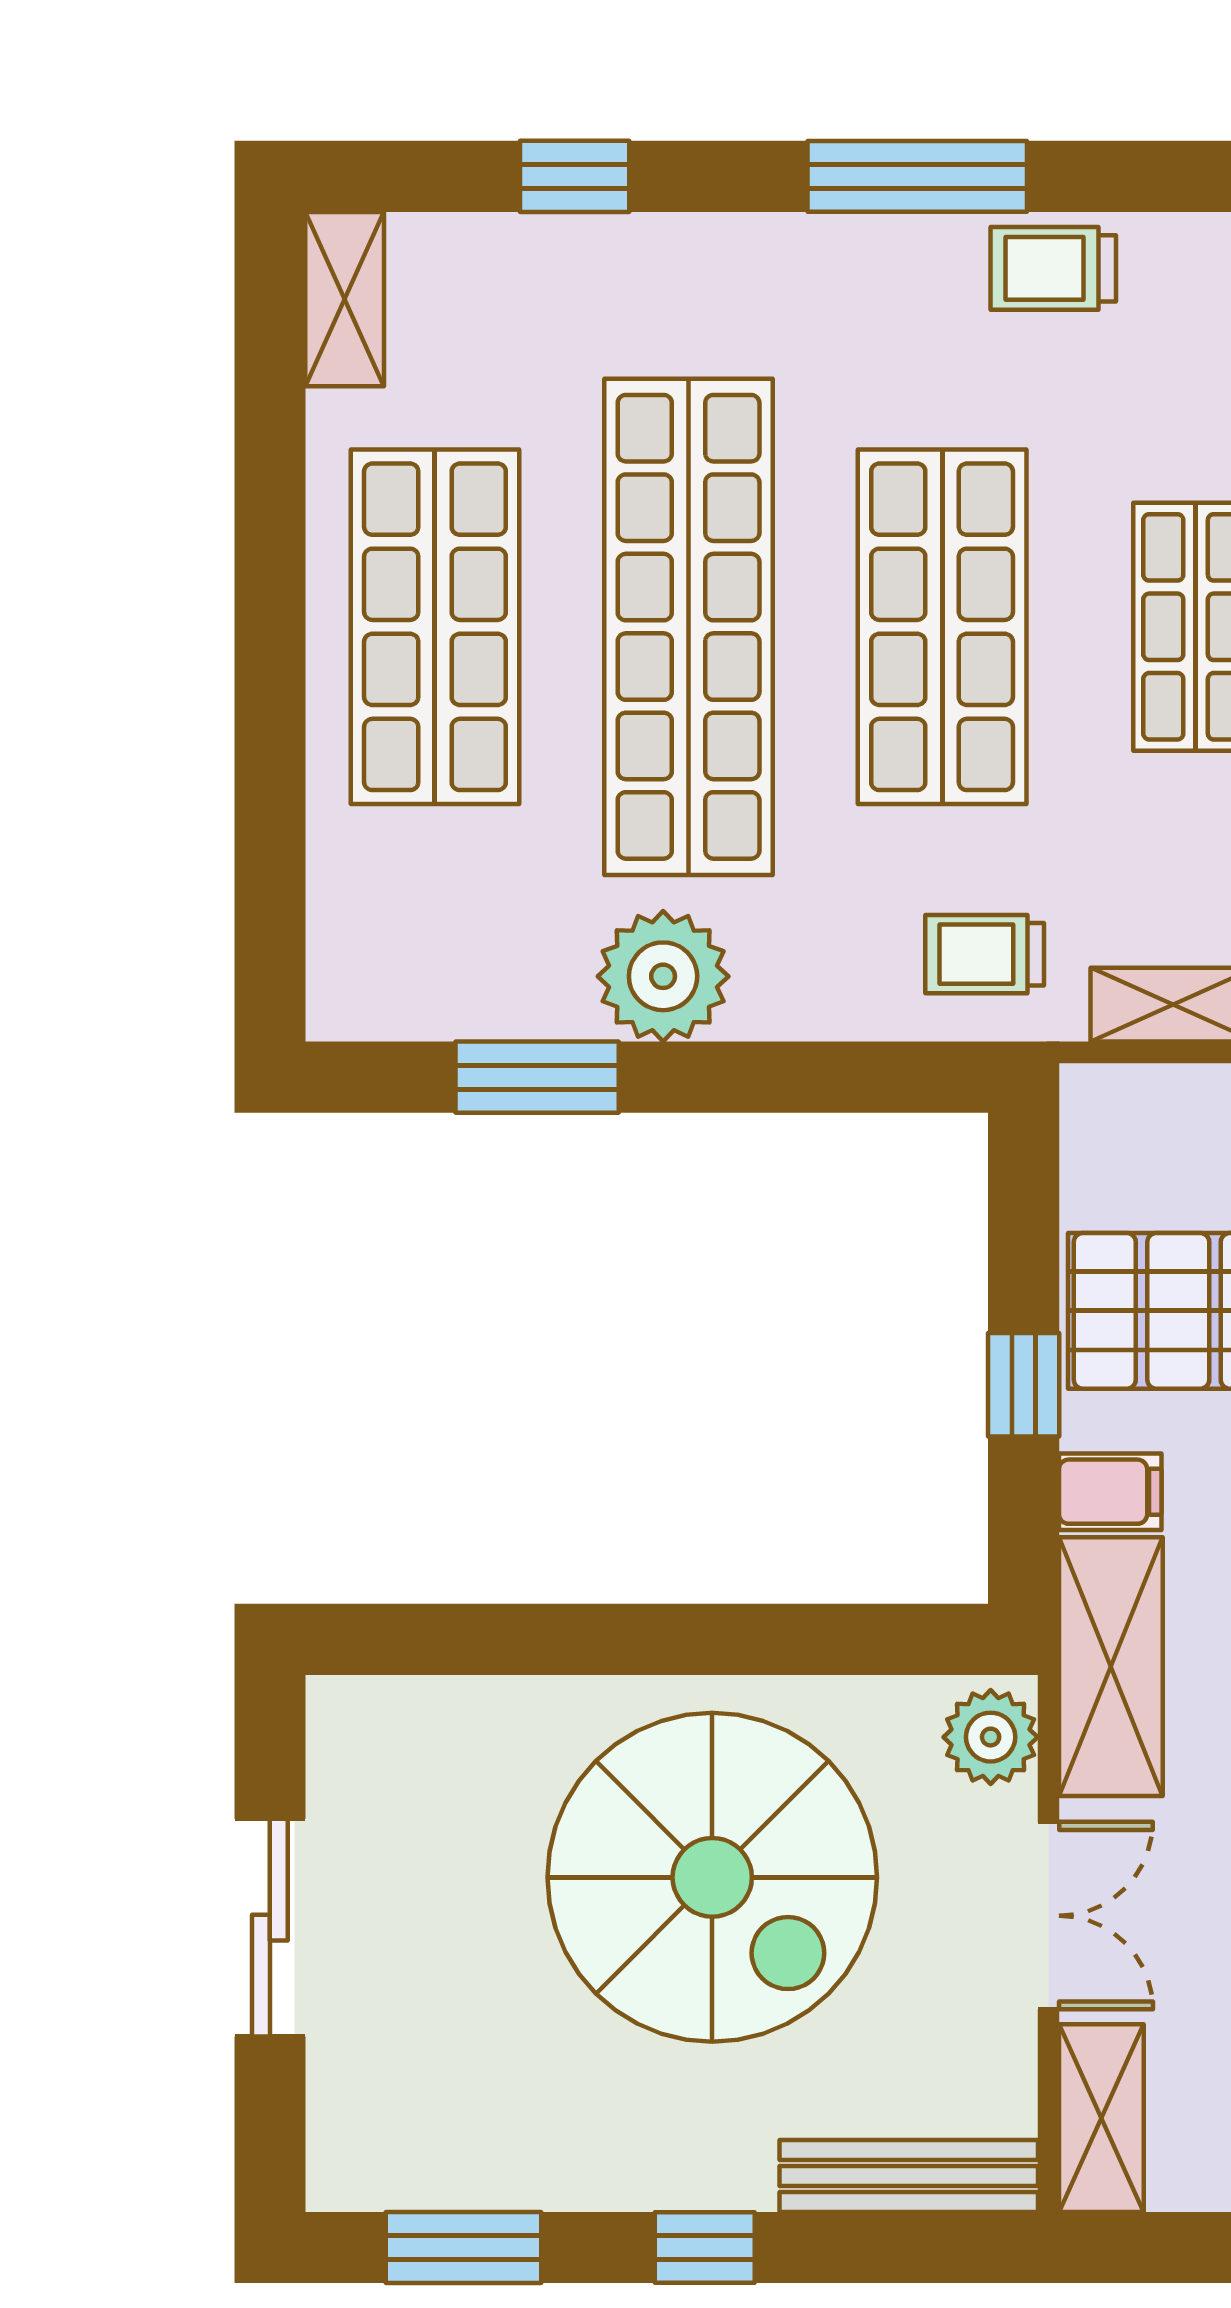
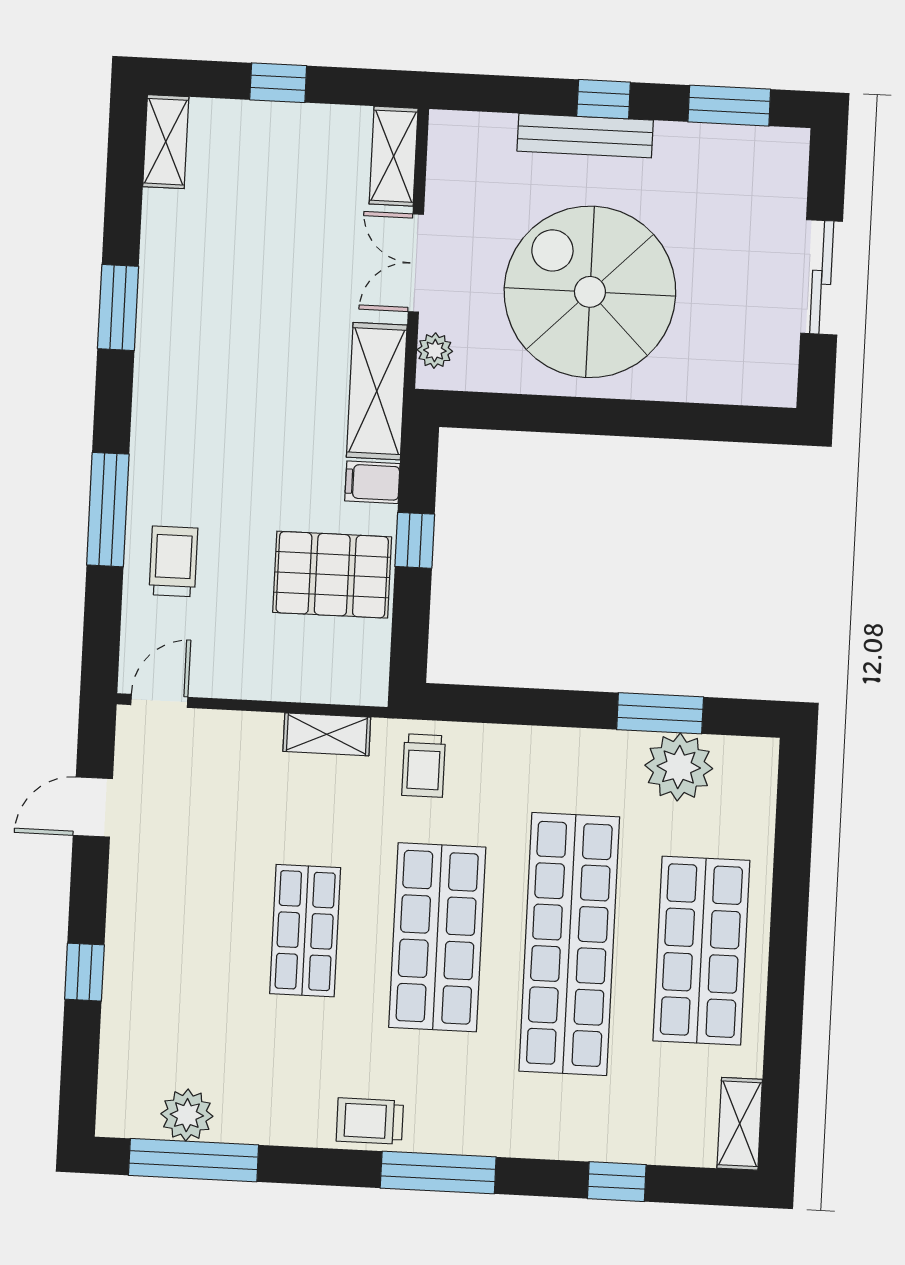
trolley: (1053, 268) -> (370, 1121), turned 180
trolley: (985, 954) -> (424, 766), turned 90
plant: (663, 976) -> (679, 767), moved
plant: (991, 1737) -> (435, 351), width x0.73, depth x0.73
bench: (909, 2176) -> (585, 136), moved

